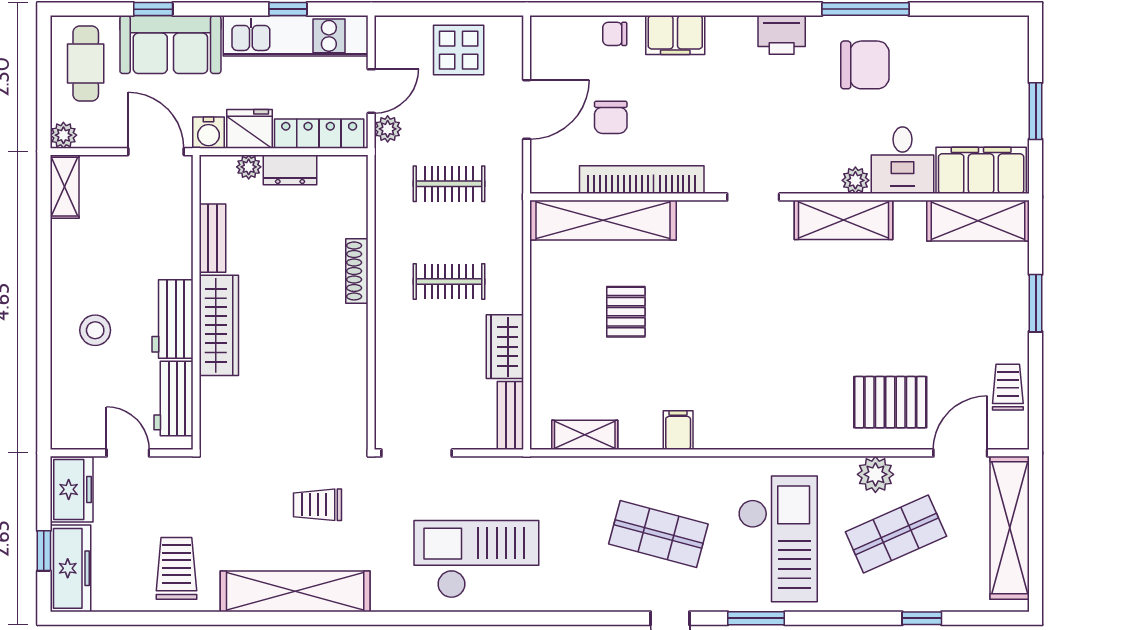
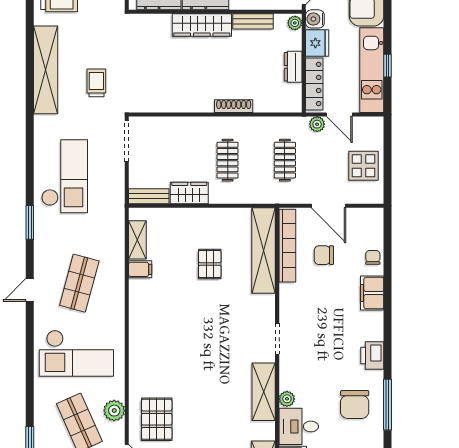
plant: (249, 167) -> (295, 23), moved
bookcase: (642, 180) -> (287, 246), moved
pallet: (626, 312) -> (210, 264), turned 90
filing cabinet: (678, 430) -> (140, 269), moved
window: (756, 618) -> (30, 222), moved

